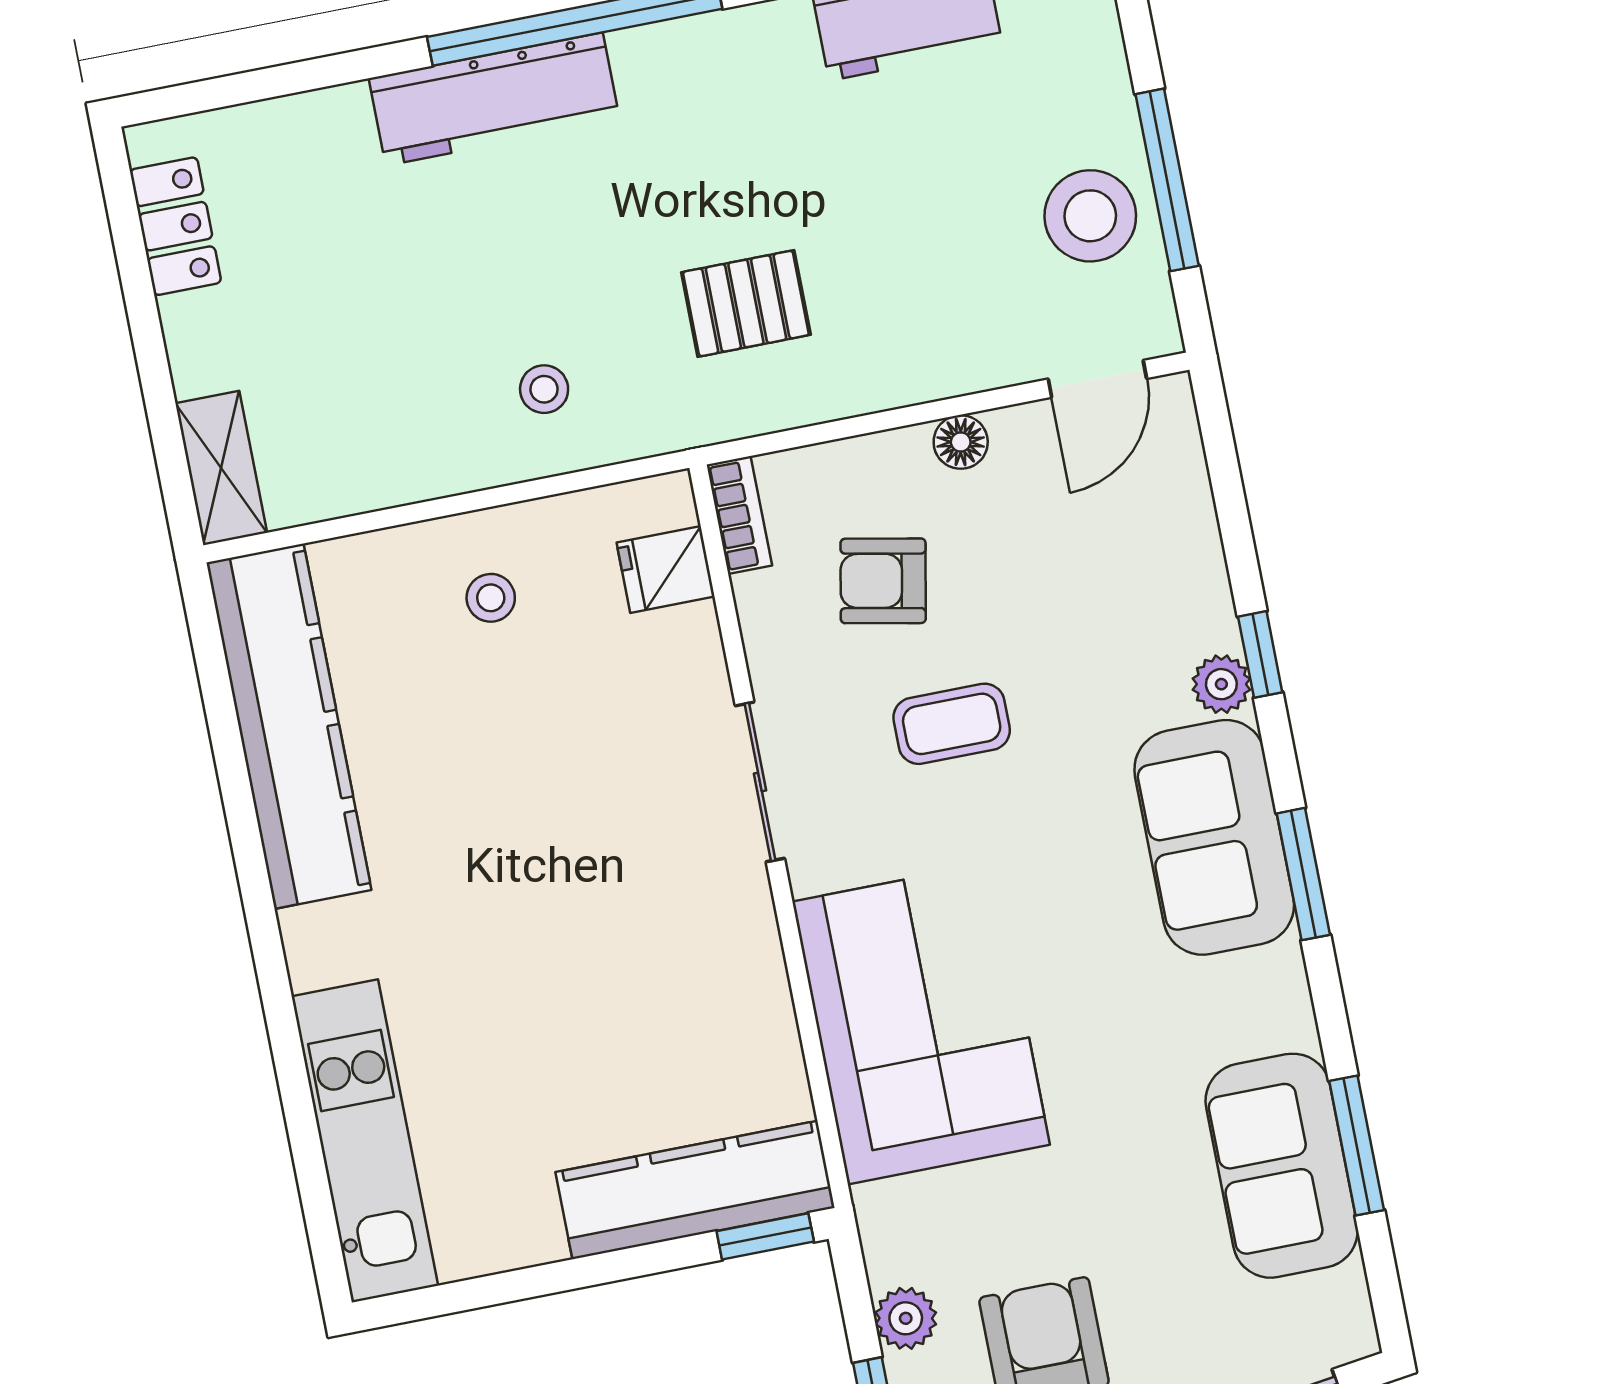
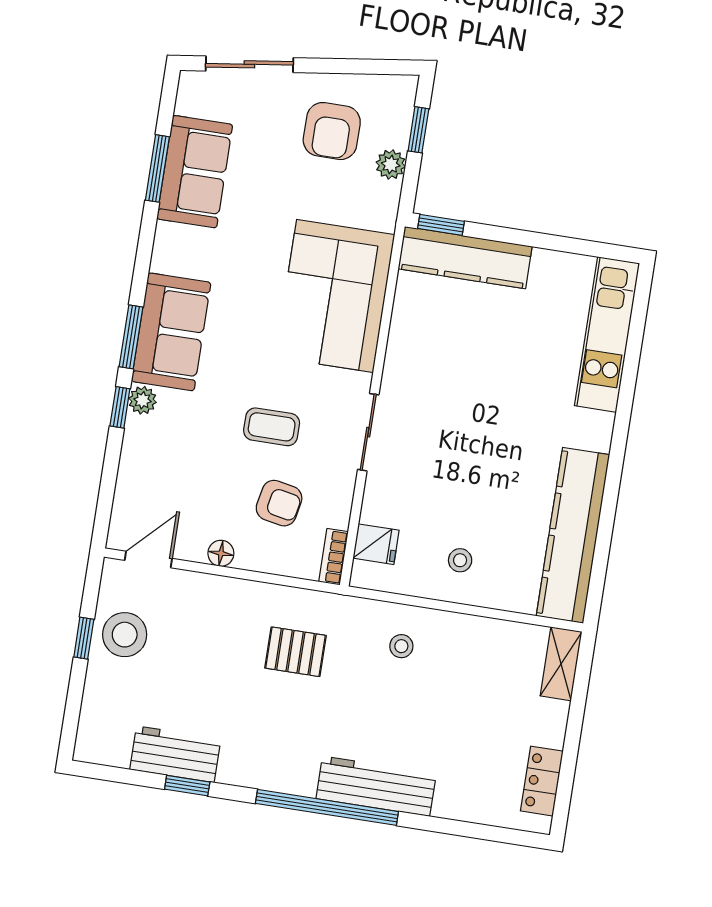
window: (1167, 180) -> (84, 638), width x0.46
window: (1303, 874) -> (131, 337), moved

